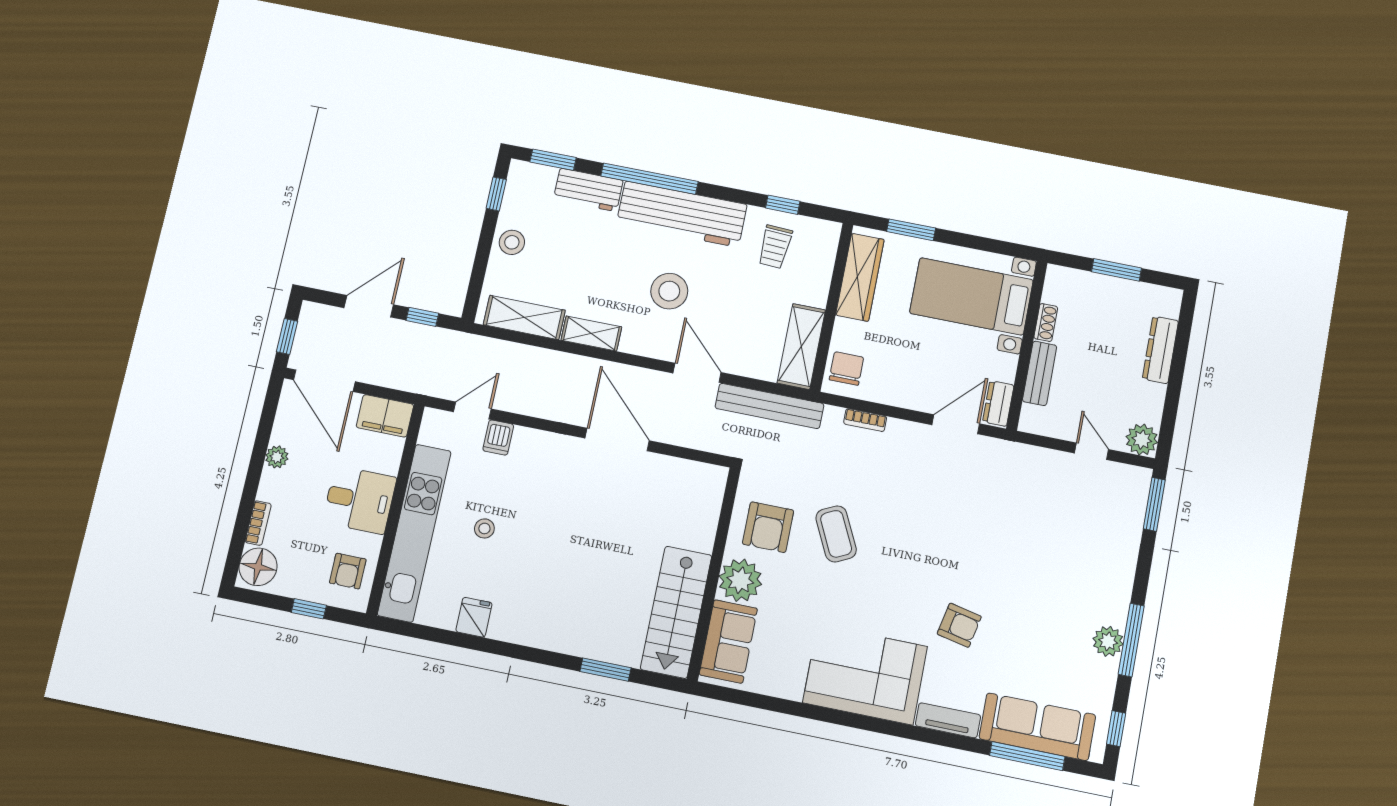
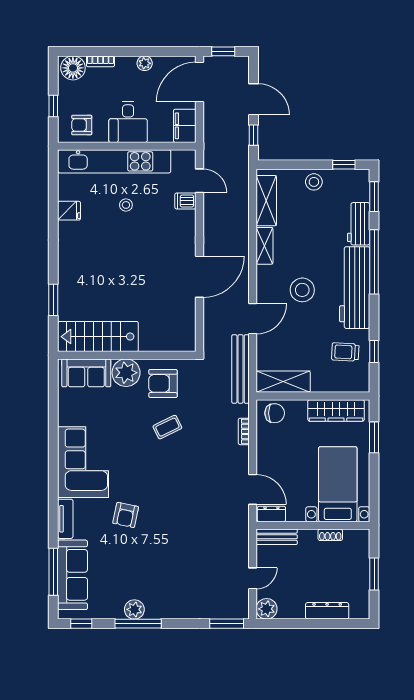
bench: (1040, 373) -> (277, 537), moved
coffee table: (836, 534) -> (167, 427), width x0.73, depth x0.77

